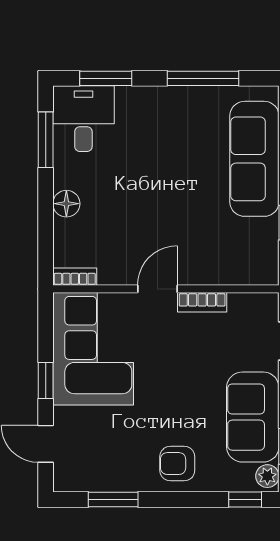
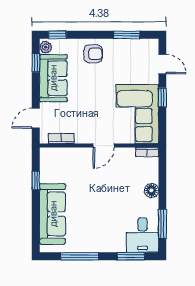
bookcase: (202, 302) -> (61, 139), moved

